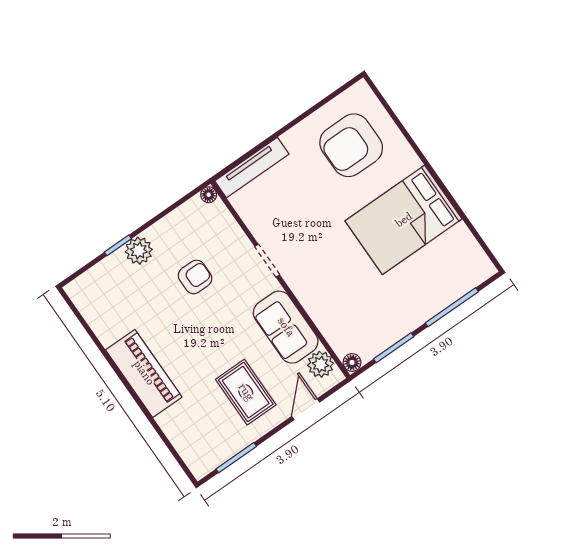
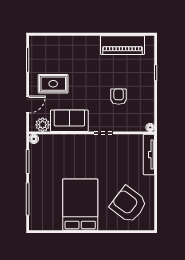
armchair: (351, 145) -> (128, 204), turned -53
plant: (139, 251) -> (147, 80), removed
armchair: (195, 277) -> (119, 97), turned 180
piano: (144, 373) -> (122, 45), moved
door: (306, 409) -> (28, 105), hinge flipped

